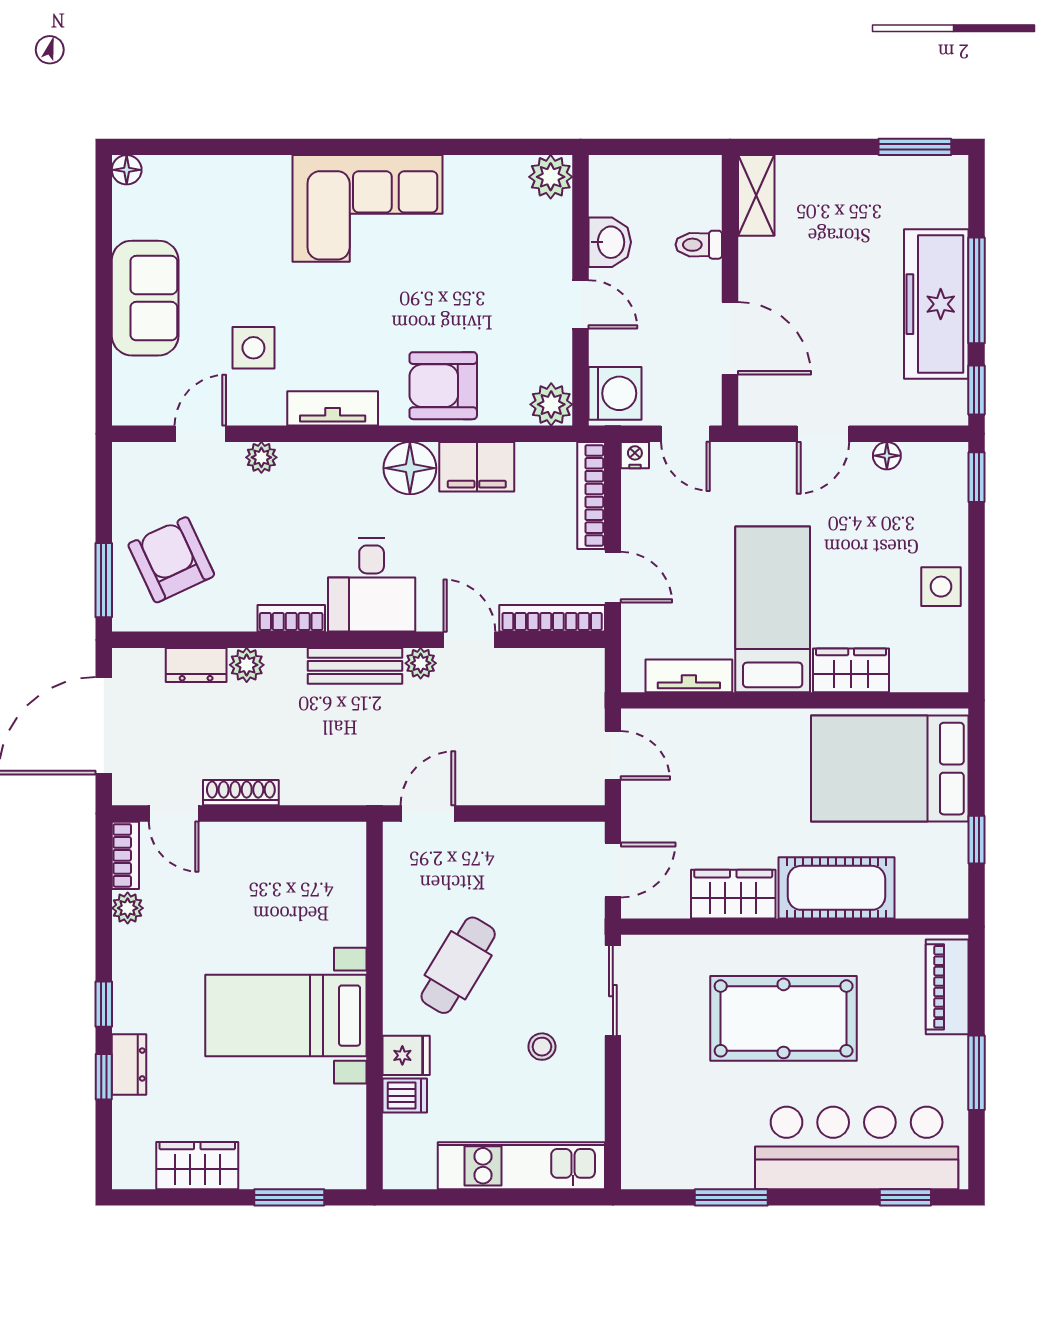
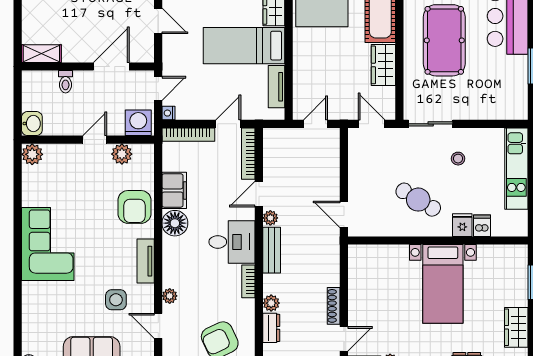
washbasin: (610, 242) -> (32, 124), moved, turned 90
plant: (551, 404) -> (122, 154), moved

